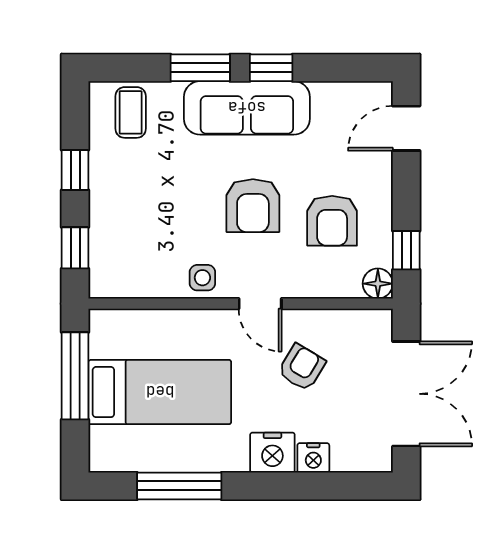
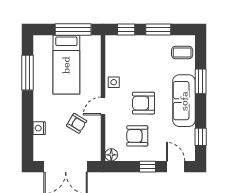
window: (271, 68) -> (201, 137), moved
window: (75, 170) -> (158, 29), width x1.50
window: (406, 250) -> (148, 167), moved
nightstand: (272, 453) -> (41, 111), removed

